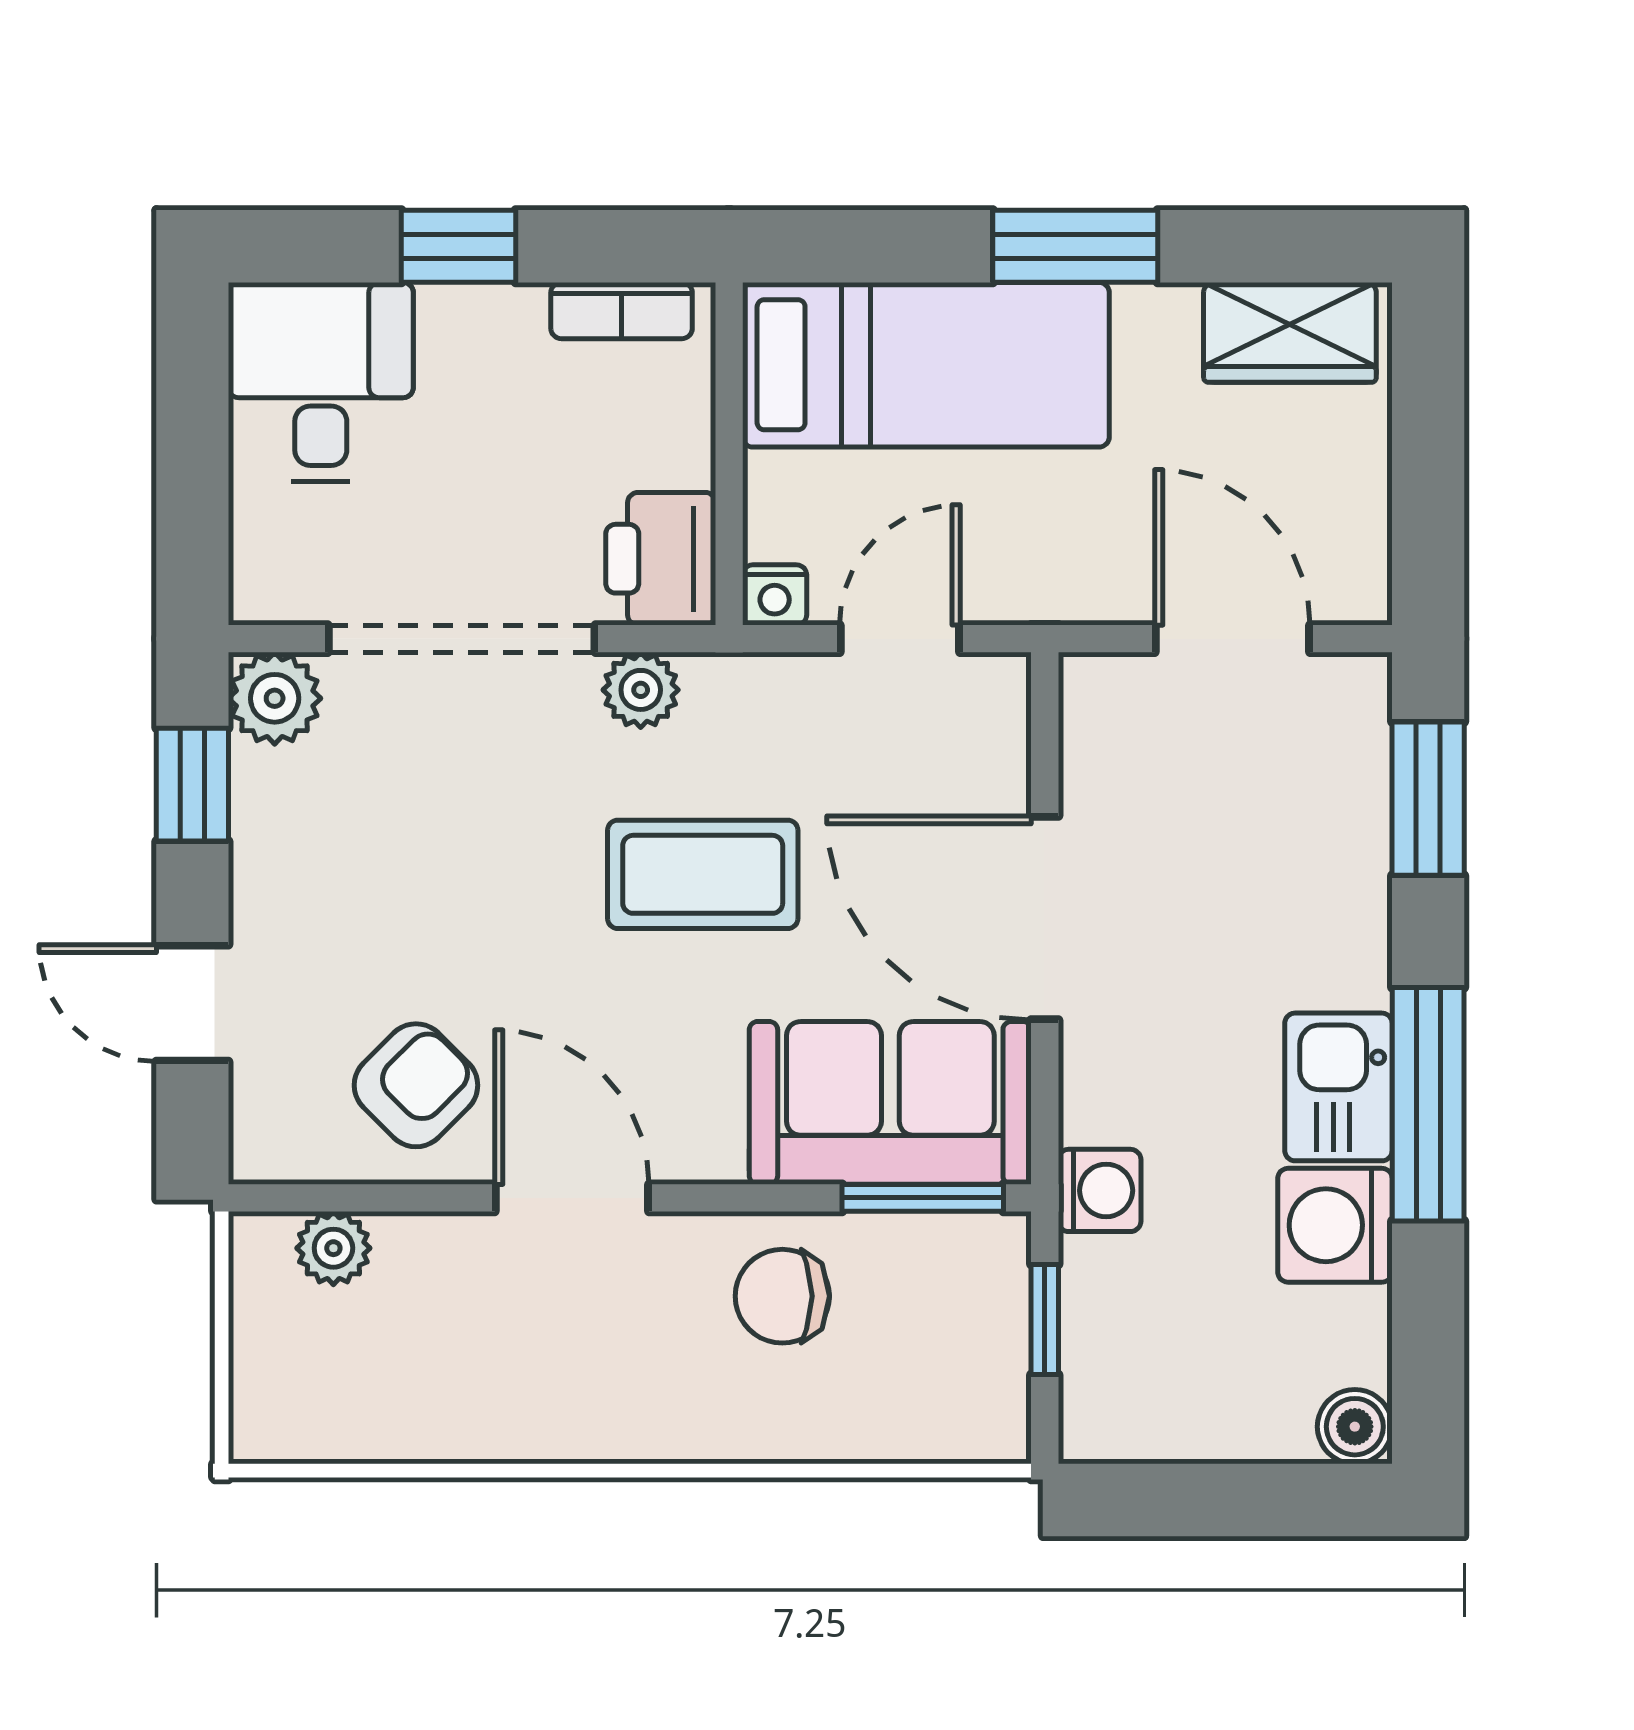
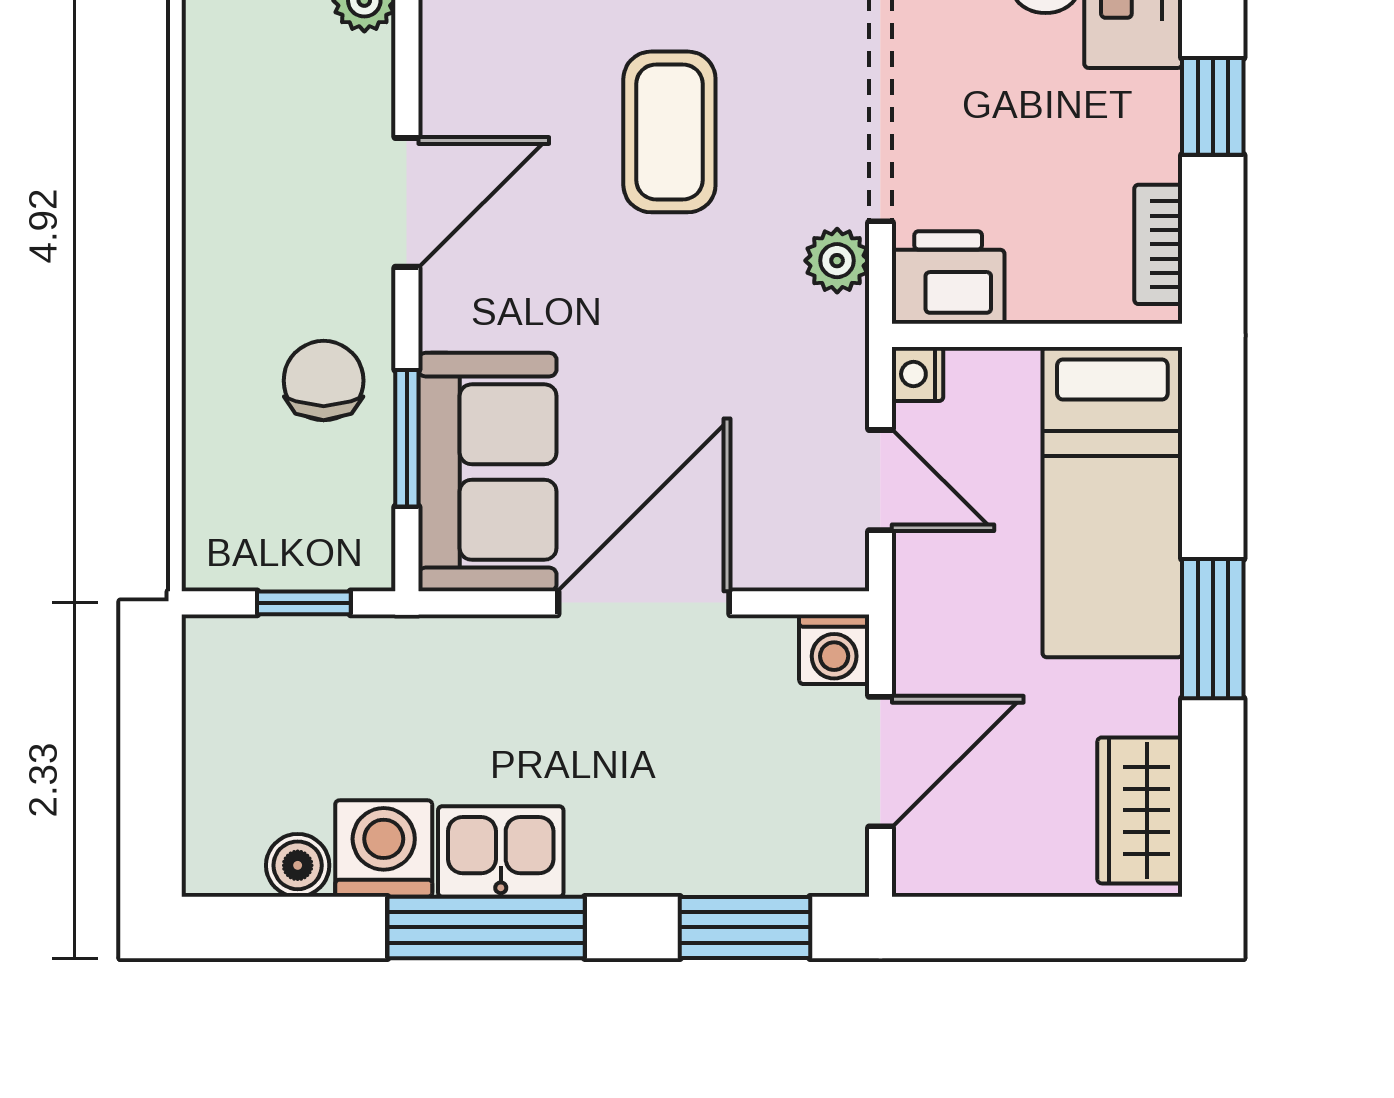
coffee table: (703, 874) -> (669, 132), moved
armchair: (416, 1085) -> (502, 70), removed
washing machine: (1100, 1190) -> (834, 649), moved
window: (923, 1198) -> (407, 438), moved
boiler: (1355, 1427) -> (298, 865), moved

